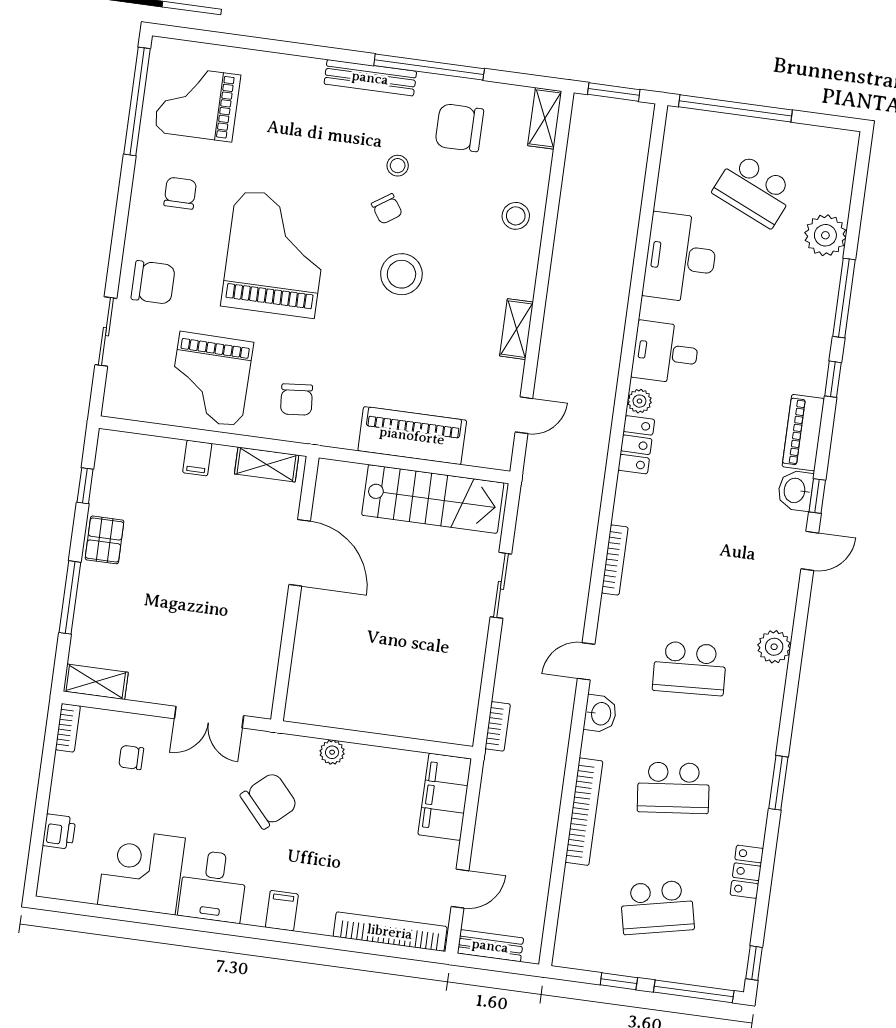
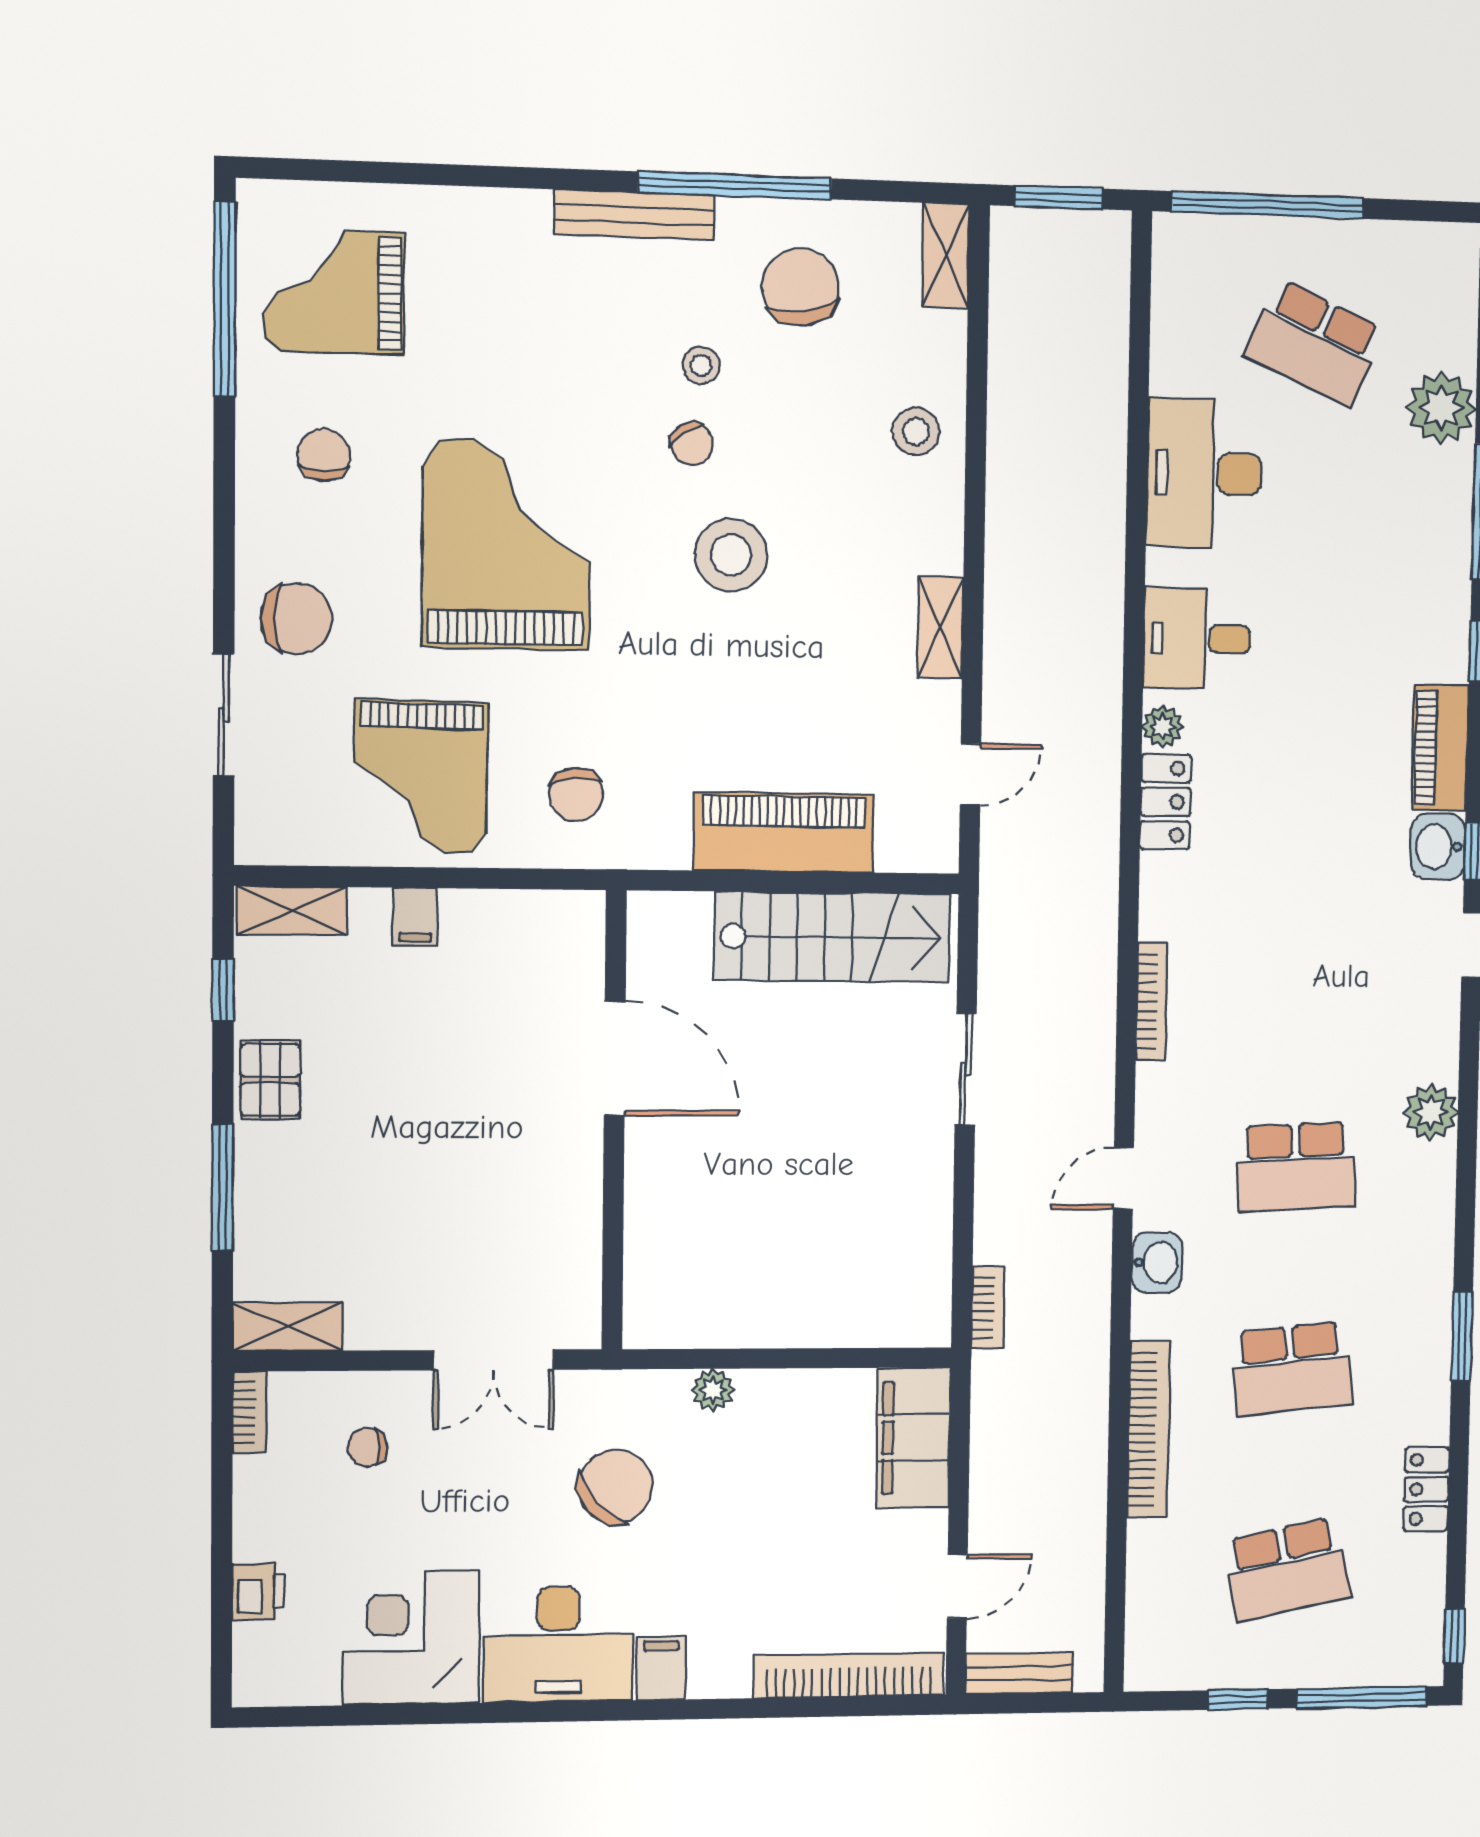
chair: (459, 128) -> (800, 287), turned 81
shelving: (267, 464) -> (292, 911), moved
desk: (213, 886) -> (558, 1644), width x1.37

